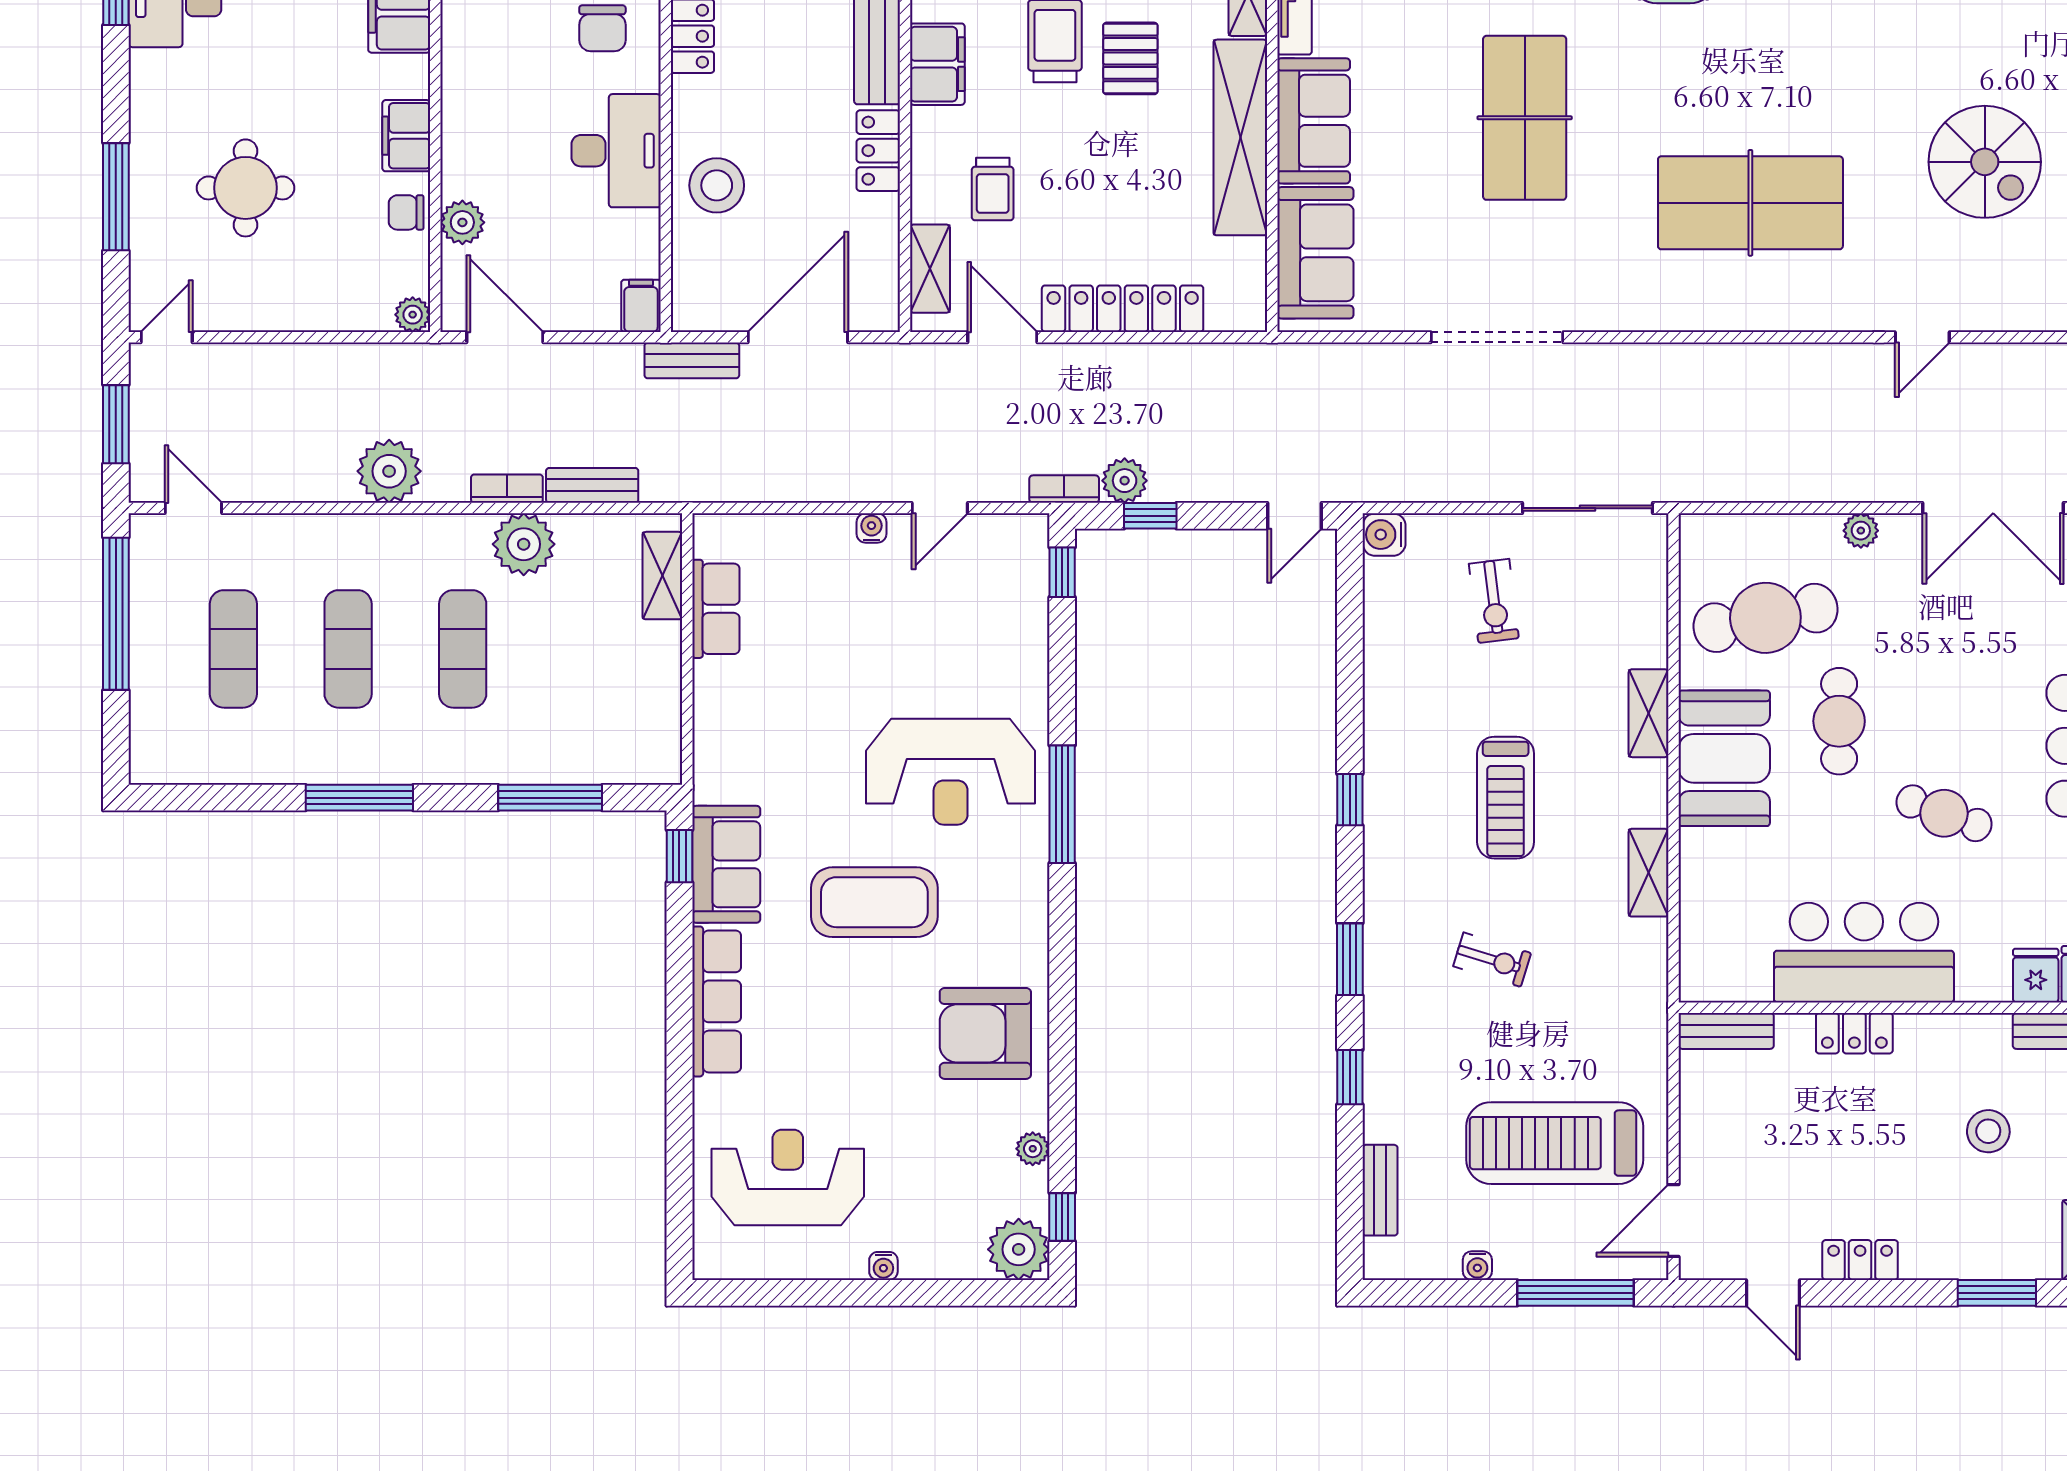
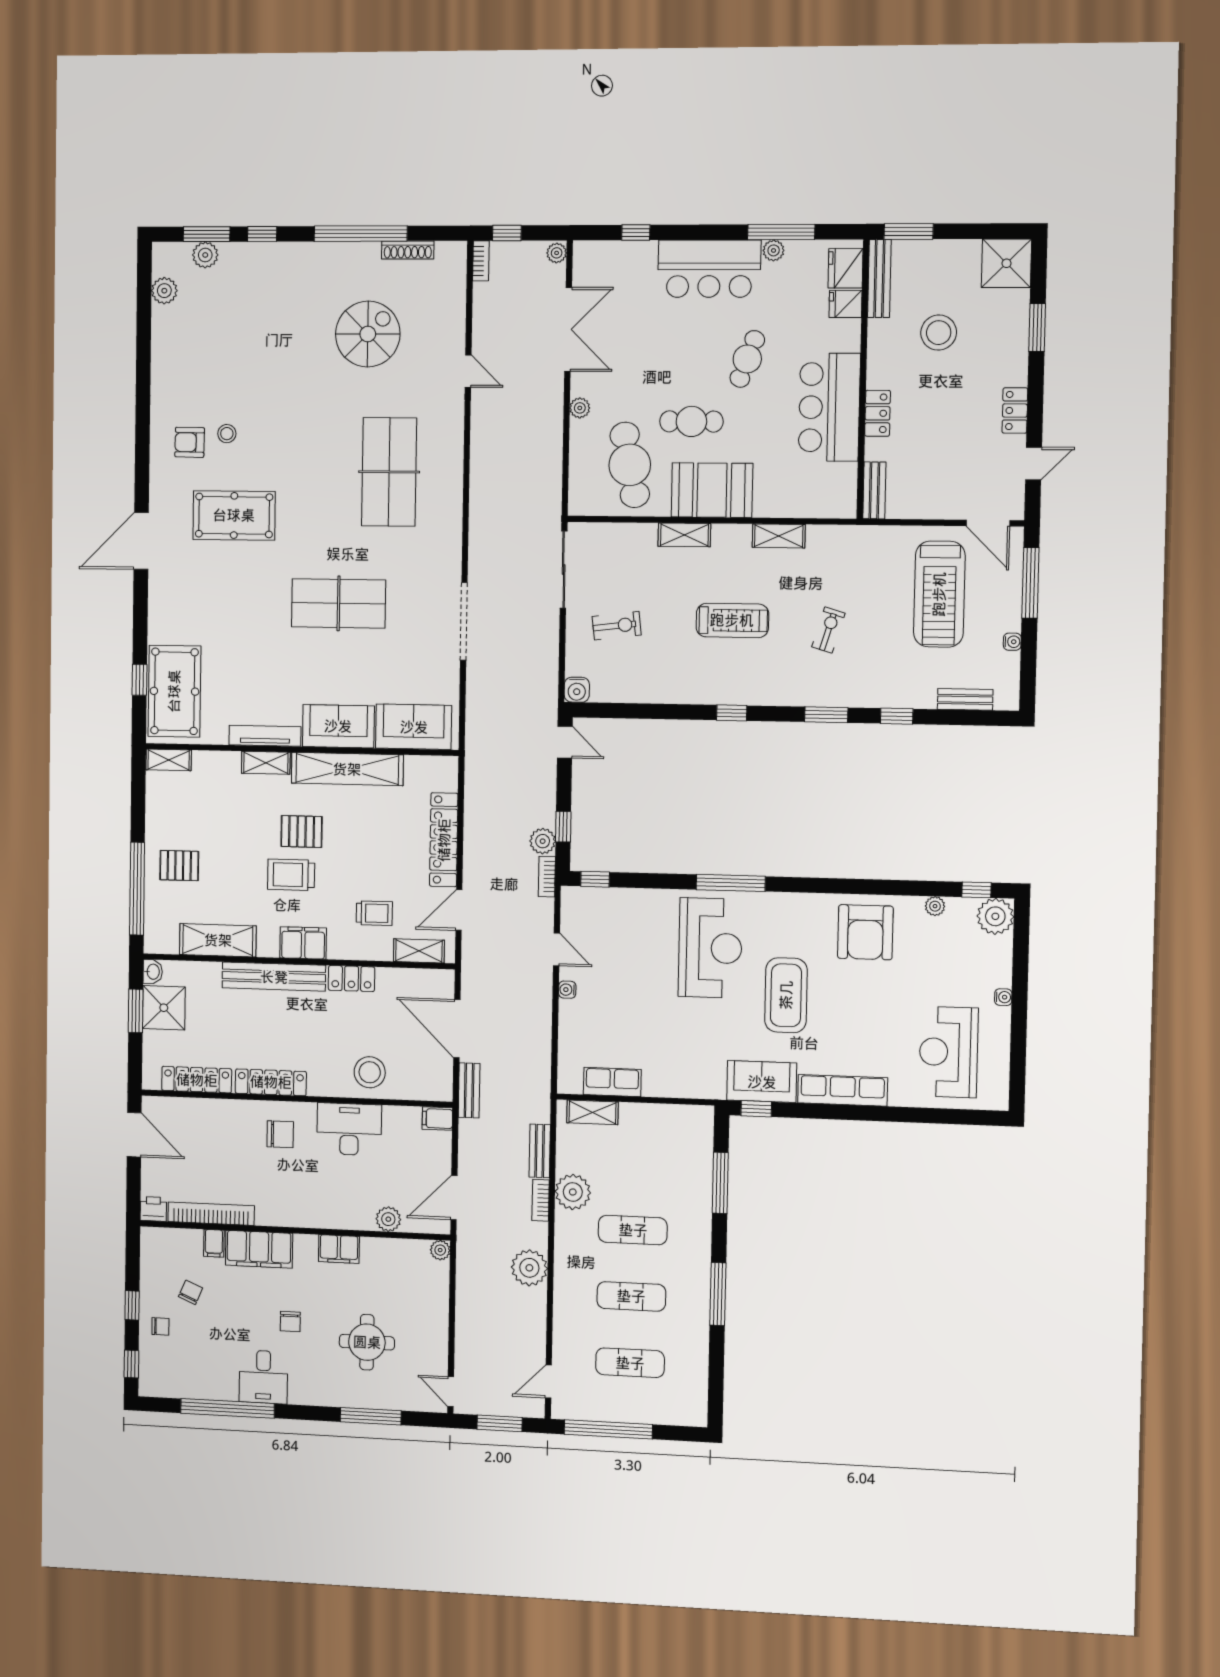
chair: (406, 212) -> (290, 1322), moved
stool: (1988, 1131) -> (939, 333), width x1.38, depth x1.38

